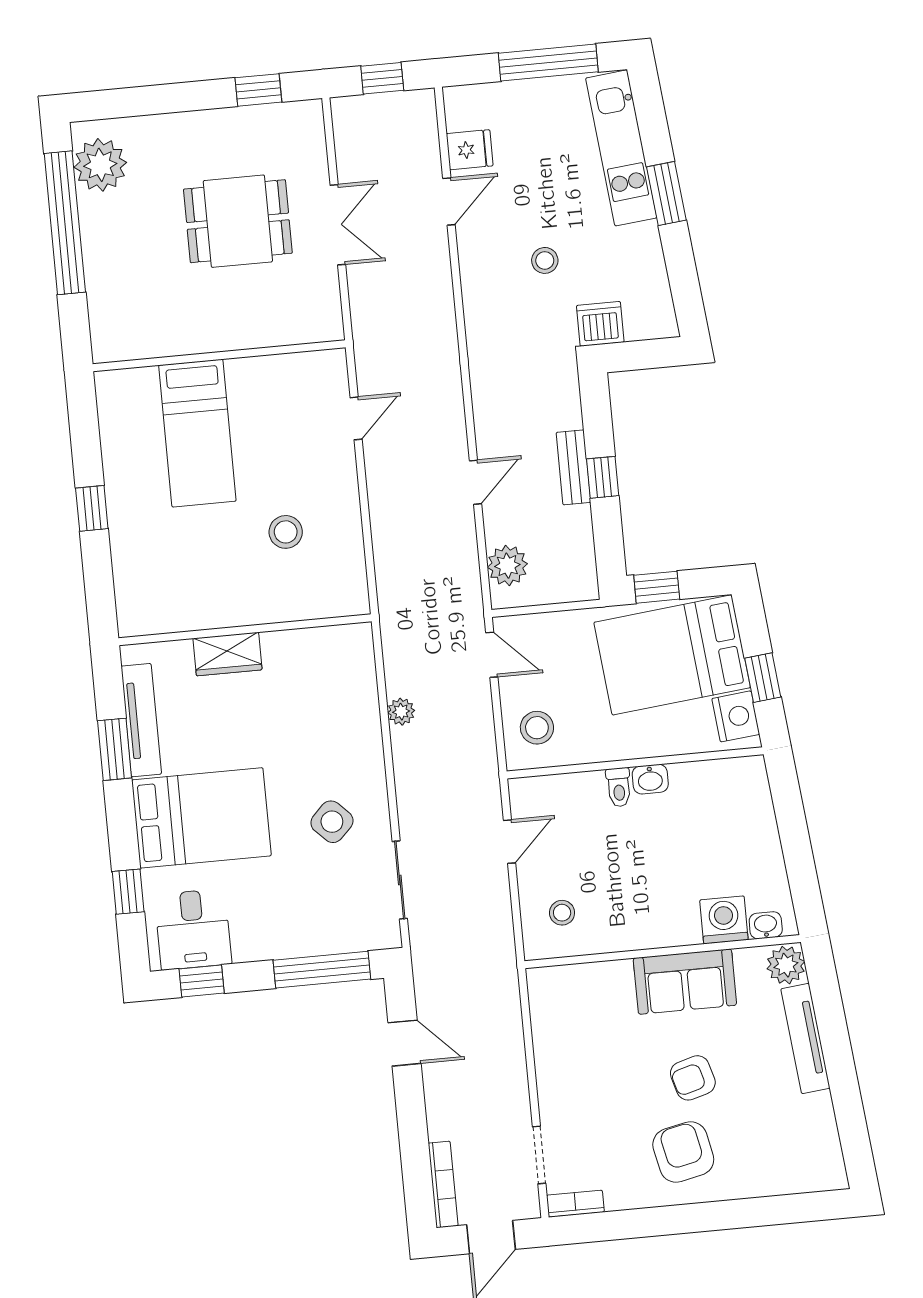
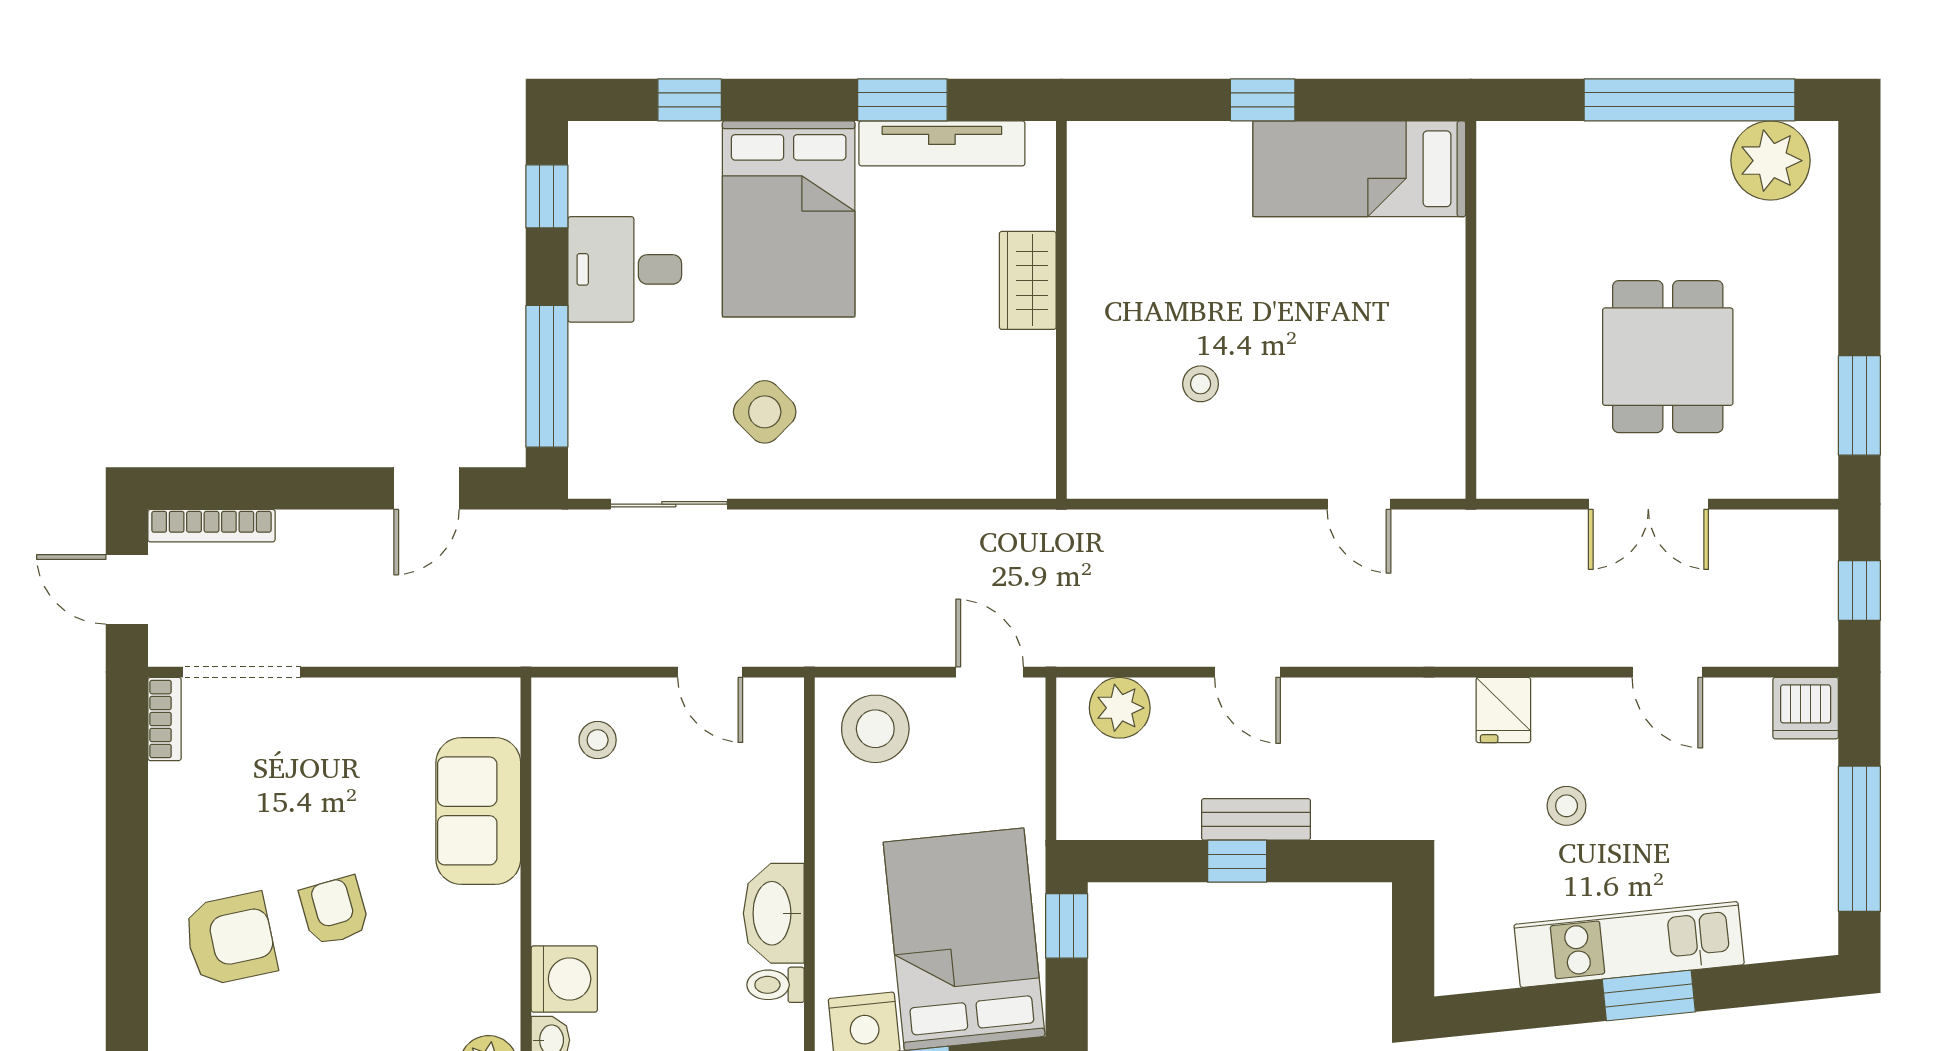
window: (258, 90) -> (1859, 405), width x1.50
kitchen unit: (621, 148) -> (1629, 945), moved
fridge: (470, 150) -> (1503, 710), moved
dishwasher: (600, 324) -> (1806, 708), moved, turned 90
bed: (197, 433) -> (1359, 169), moved
stool: (286, 532) -> (1201, 384), width x0.73, depth x0.73
door: (492, 655) -> (990, 672), swing flipped
plant: (401, 712) -> (918, 530), removed
stool: (537, 728) -> (875, 729), width x1.38, depth x1.38
washbasin: (650, 779) -> (774, 913), width x1.91, depth x1.45
toilet: (619, 787) -> (775, 985), moved
desk: (193, 929) -> (625, 269), moved
sofa: (685, 982) -> (478, 811), moved
armchair: (683, 1152) -> (230, 939), moved
doorway: (539, 1155) -> (242, 672), width x1.38

